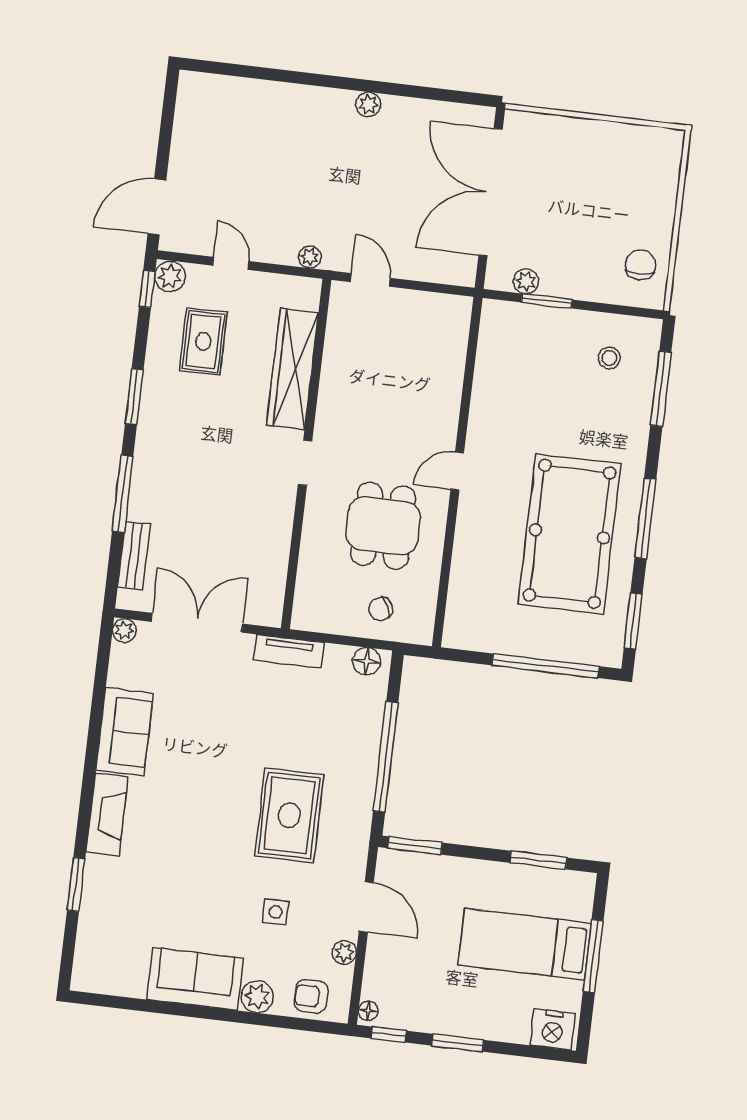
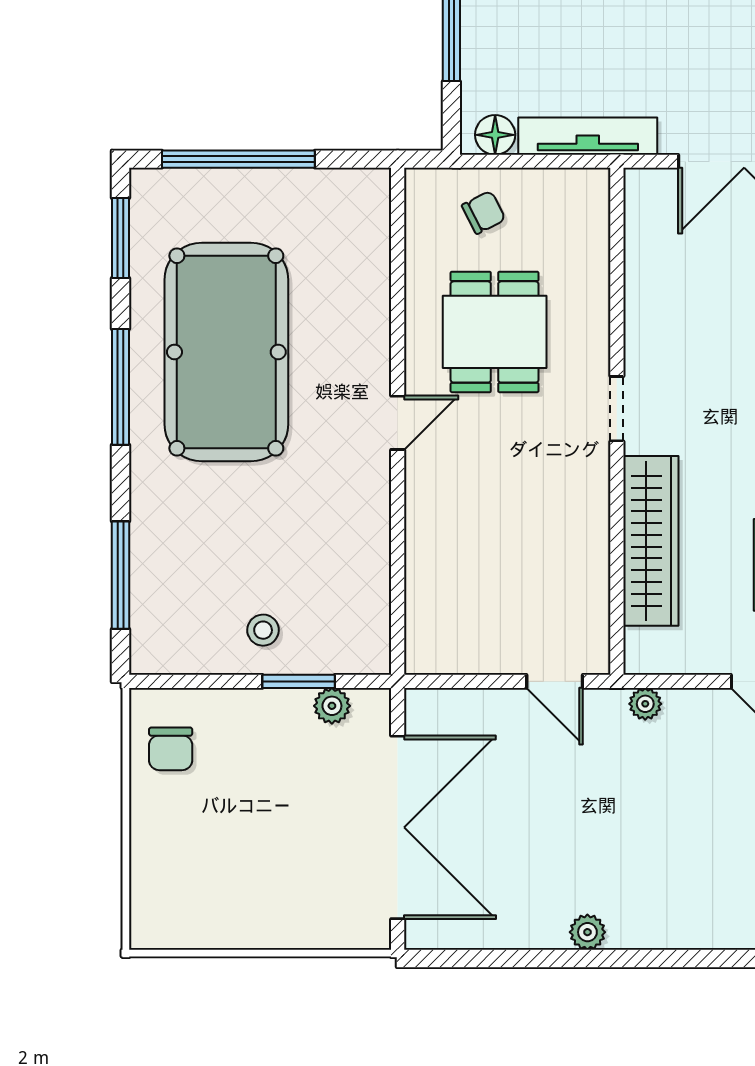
stool: (609, 358) -> (263, 630), moved
tv unit: (289, 651) -> (588, 136), width x1.41

